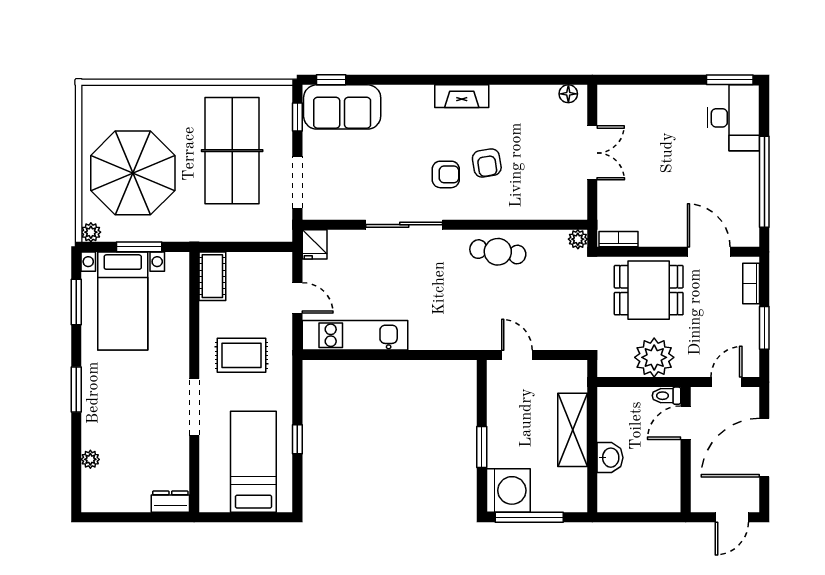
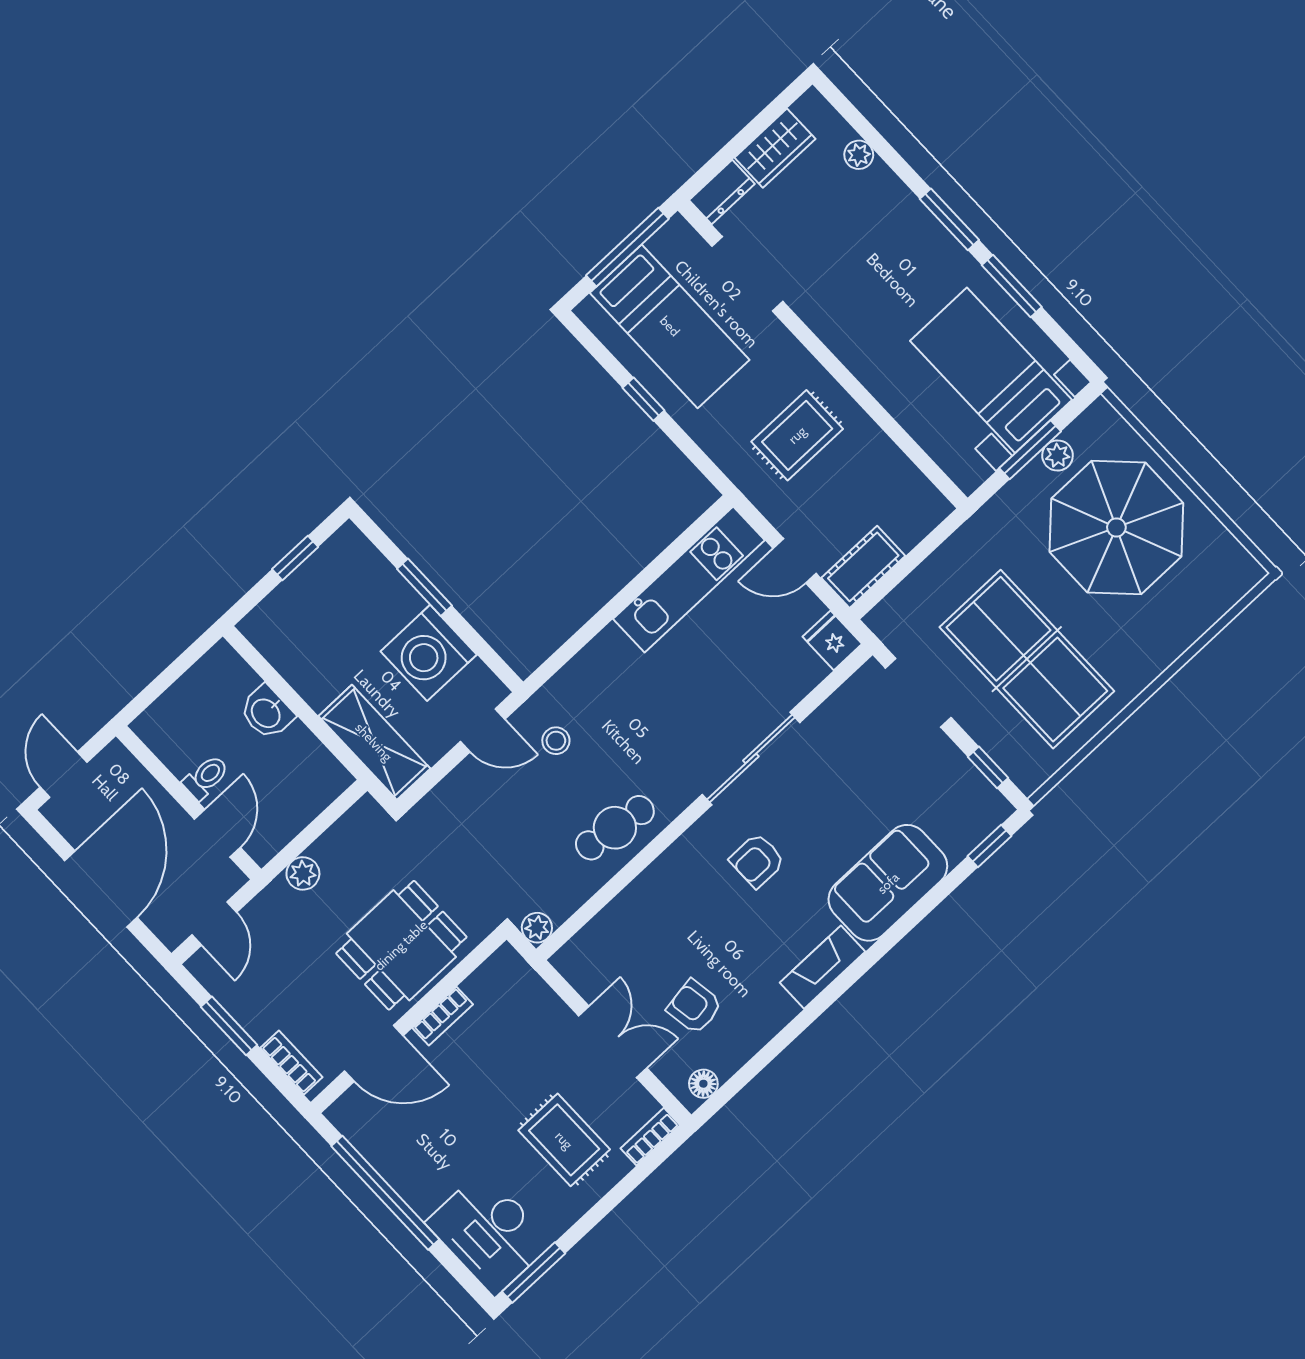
bookcase: (616, 92) -> (650, 1137), added
sofa: (342, 107) -> (888, 883), moved
rug: (658, 128) -> (564, 1140), added
double door: (592, 153) -> (613, 1042), swing flipped
armchair: (487, 163) -> (694, 1007), moved
plant: (91, 232) -> (1058, 455), moved
bookcase: (618, 239) -> (443, 1016), moved
cot: (212, 276) -> (863, 567), moved, turned 90
window: (76, 302) -> (1012, 286), moved
stool: (487, 318) -> (556, 741), added
plant: (654, 357) -> (303, 873), width x0.53, depth x0.53
toilet: (667, 396) -> (206, 777), moved
doorway: (194, 407) -> (747, 274), moved
shelving: (573, 430) -> (374, 742), moved
washing machine: (508, 490) -> (429, 653), moved
wardrobe: (127, 499) -> (775, 148), added
window: (239, 517) -> (627, 247), added
window: (529, 517) -> (295, 558), width x0.46

